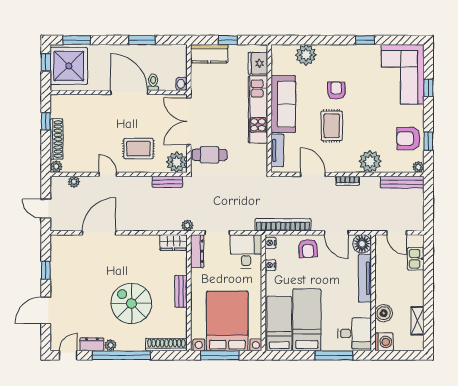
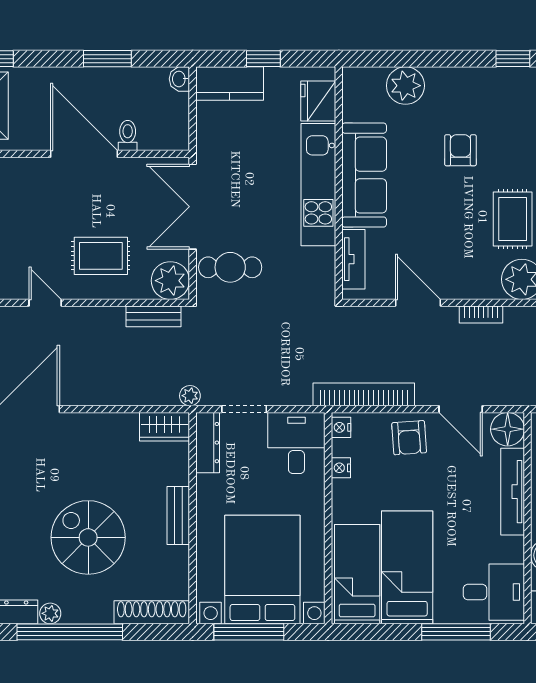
washbasin: (182, 84) -> (179, 79), moved
rug: (332, 126) -> (513, 219), moved

